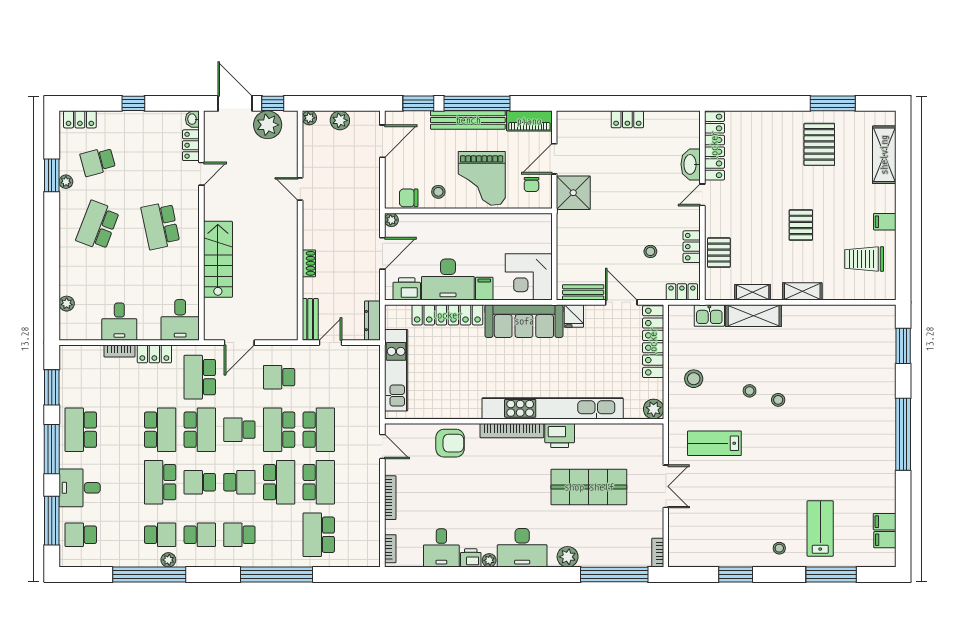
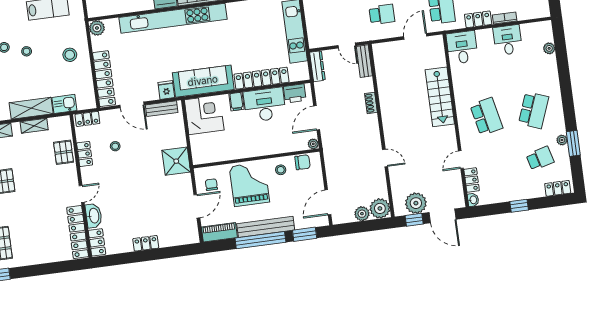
plant: (309, 118) -> (380, 208), width x1.88, depth x1.88
locker: (691, 129) -> (97, 242), added
shower: (573, 193) -> (176, 161), moved
door: (330, 343) -> (347, 46), hinge flipped

